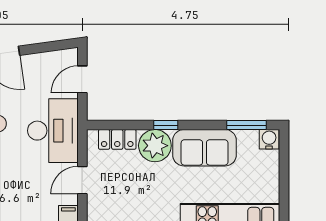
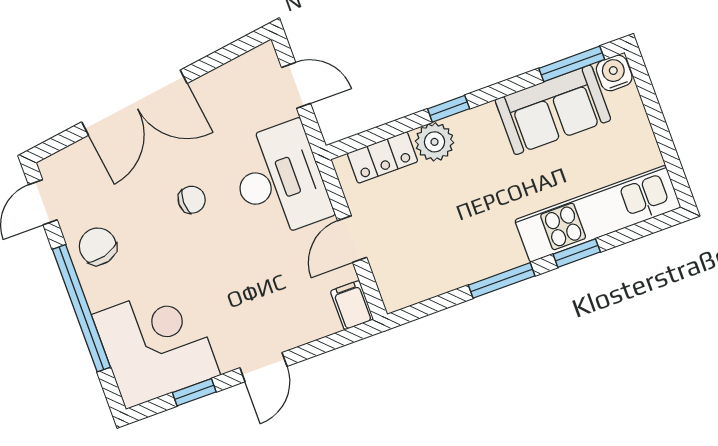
door: (82, 79) -> (296, 85), swing flipped
plant: (155, 146) -> (434, 142), width x0.73, depth x0.73
sofa: (205, 148) -> (553, 110), moved

